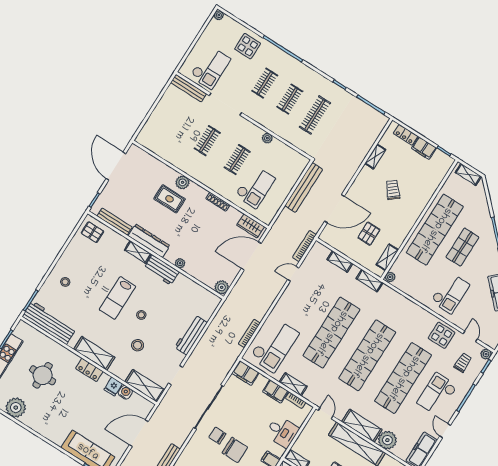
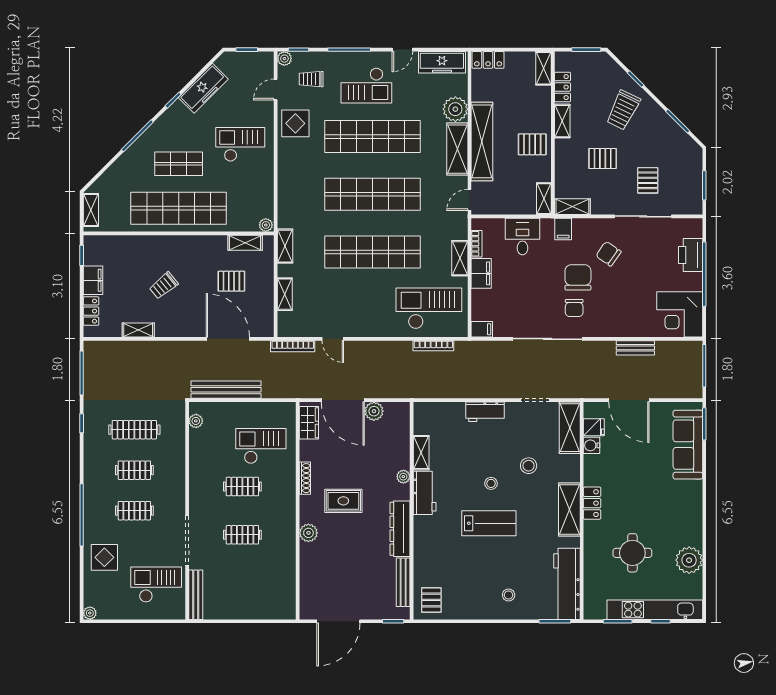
plant: (267, 138) -> (196, 421), moved
rug: (170, 199) -> (343, 501), moved, turned 90
shelving: (138, 252) -> (421, 453), moved
plant: (222, 287) -> (374, 411), moved
workbench: (191, 335) -> (485, 412), width x0.73
filing cabinet: (245, 373) -> (482, 329), width x0.50
fridge: (113, 387) -> (594, 427), moved

